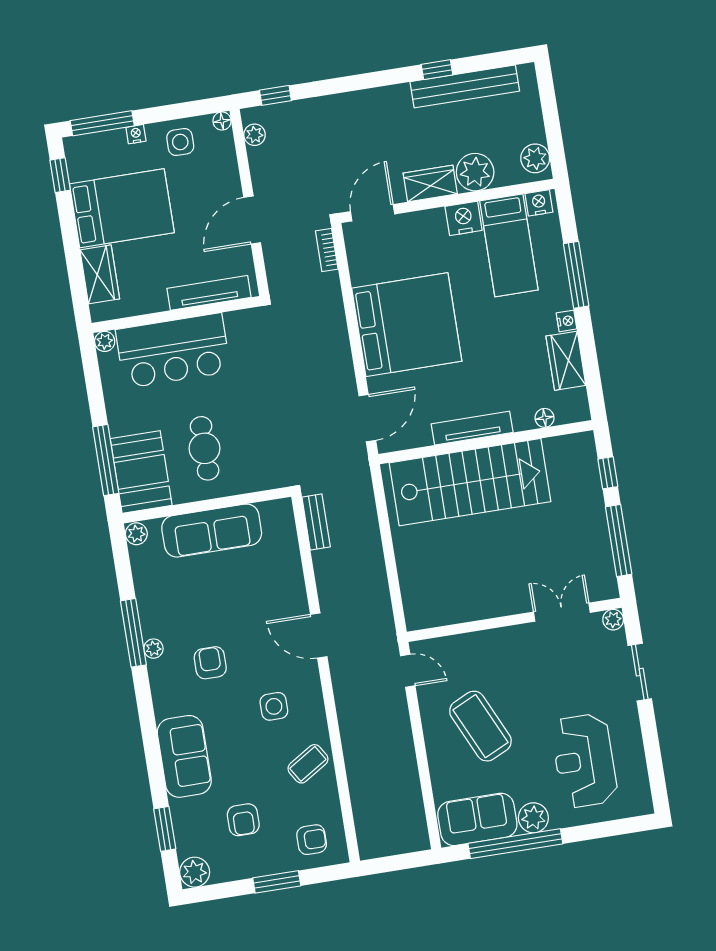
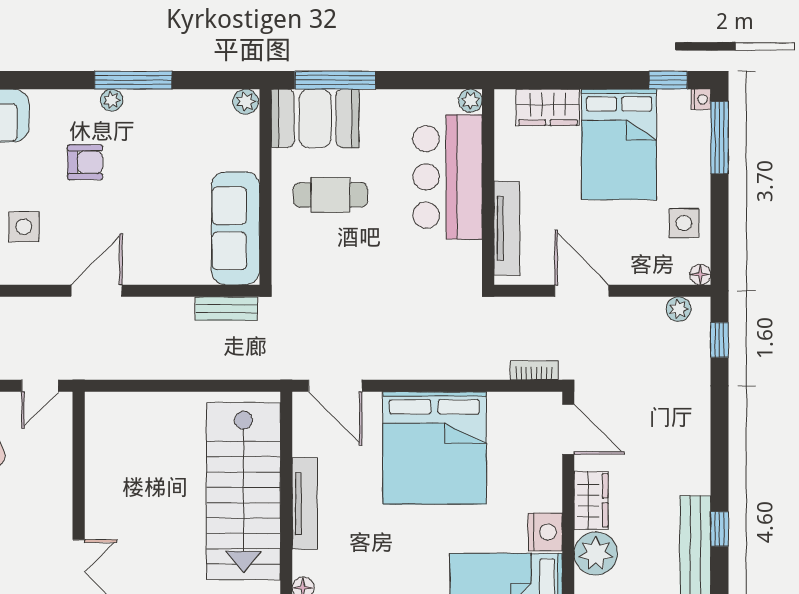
nightstand: (136, 134) -> (701, 99), moved
sofa: (212, 531) -> (236, 228), moved

